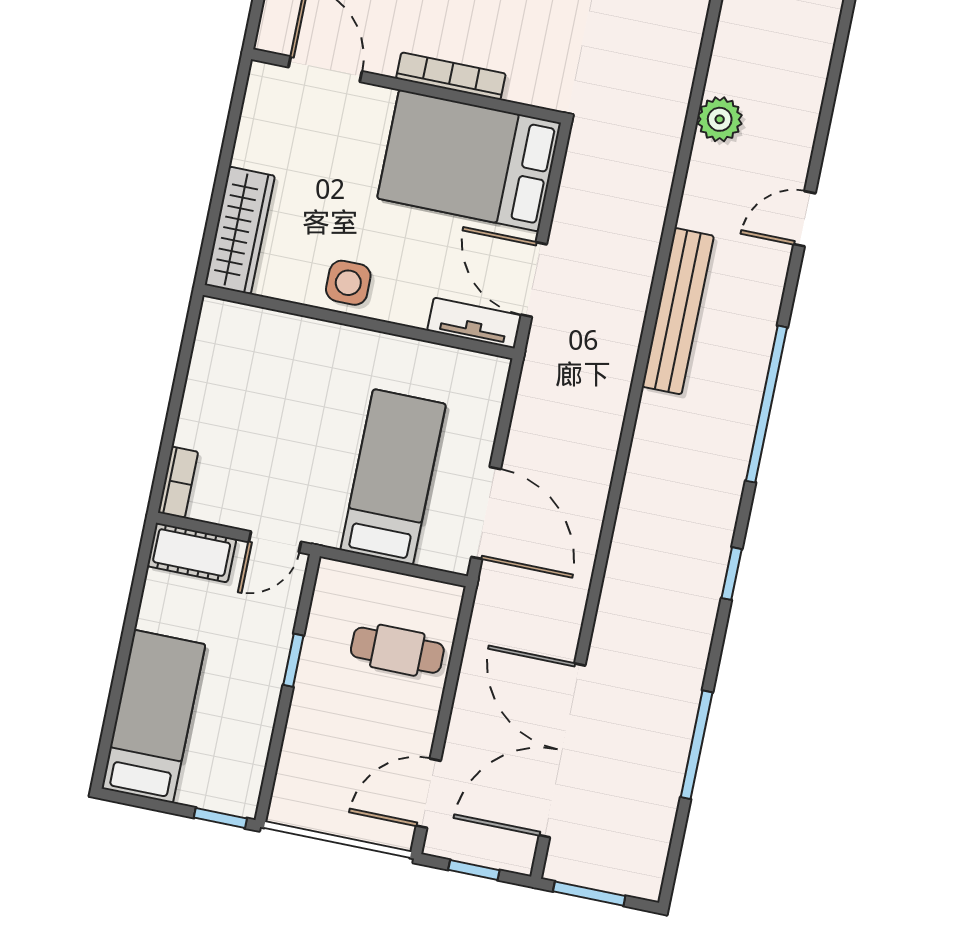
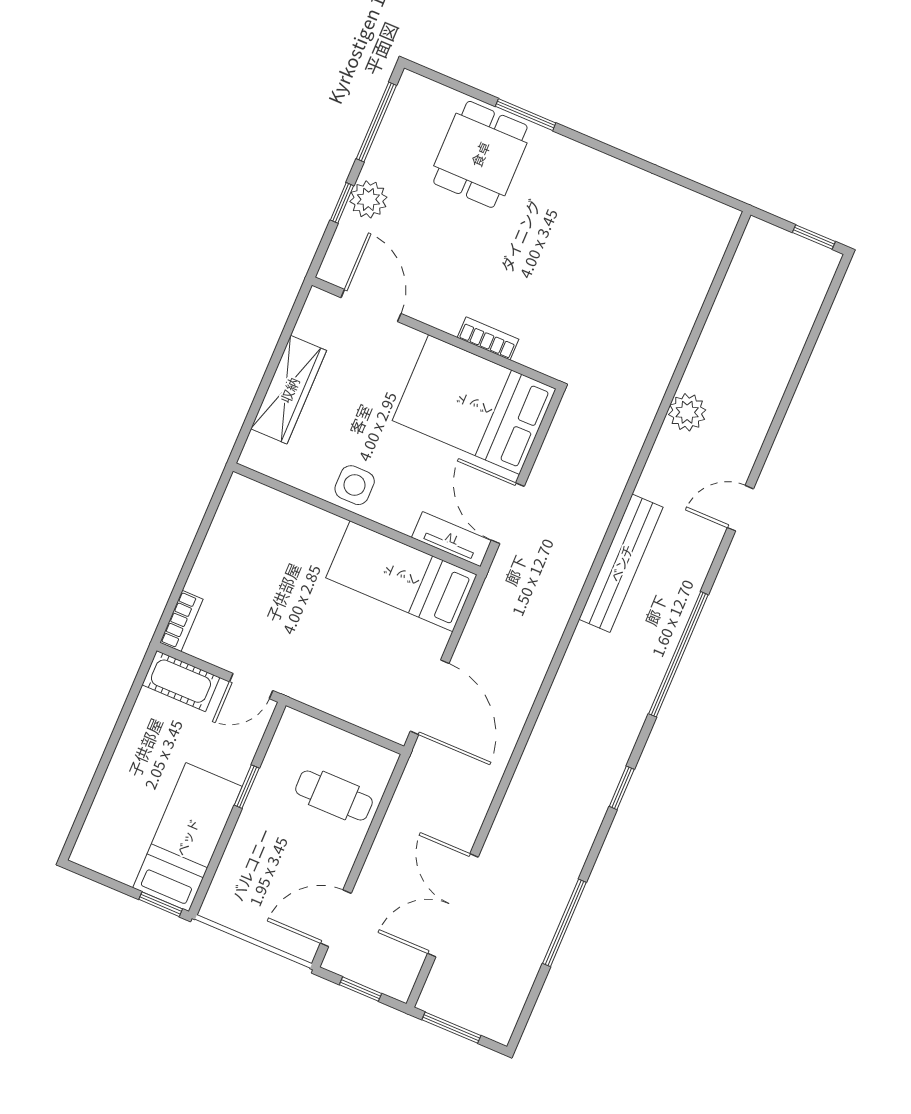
bookcase: (451, 76) -> (488, 338), width x0.64
wardrobe: (240, 230) -> (289, 390), moved
bed: (393, 477) -> (401, 576), moved, turned -90
bed: (153, 716) -> (187, 837), moved
double door: (562, 750) -> (453, 905), width x0.73

